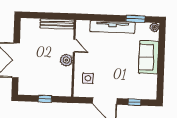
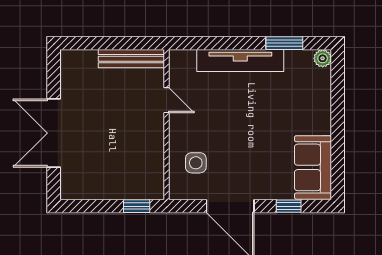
sofa: (149, 57) -> (313, 167), moved
plant: (66, 60) -> (152, 129), removed
window: (45, 99) -> (137, 206), moved

